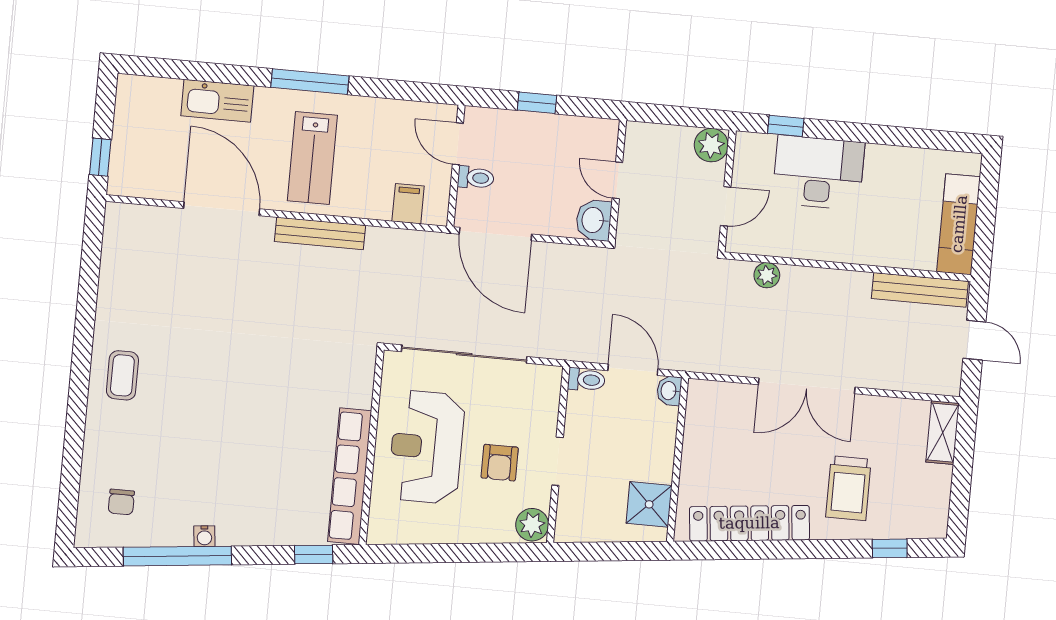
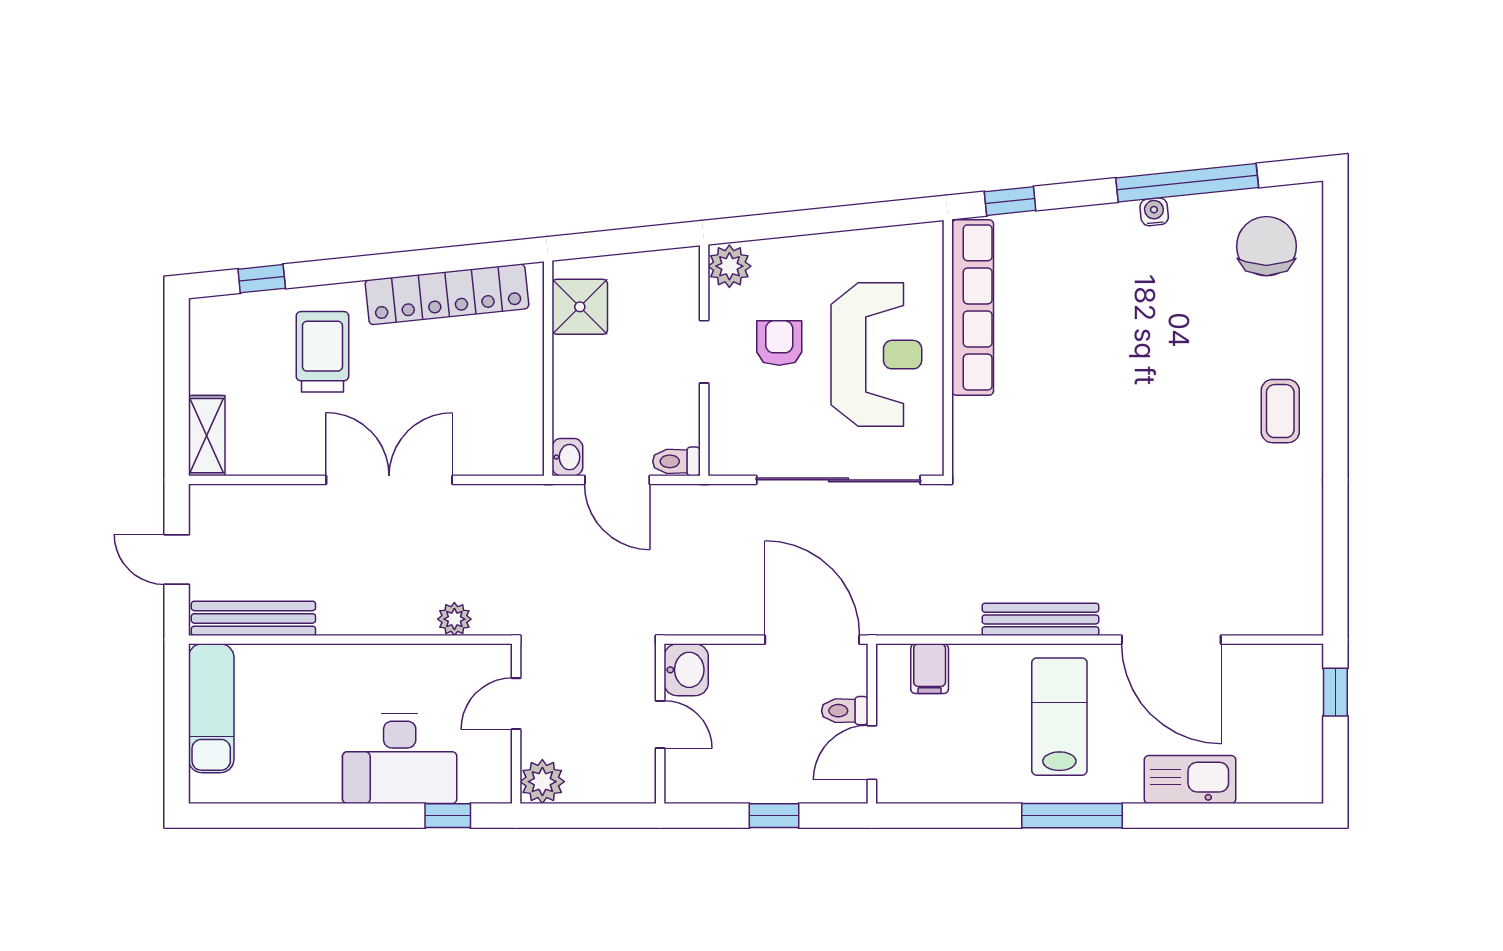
door: (458, 144) -> (872, 753), swing flipped
chair: (121, 502) -> (1266, 246), width x1.87, depth x1.87

